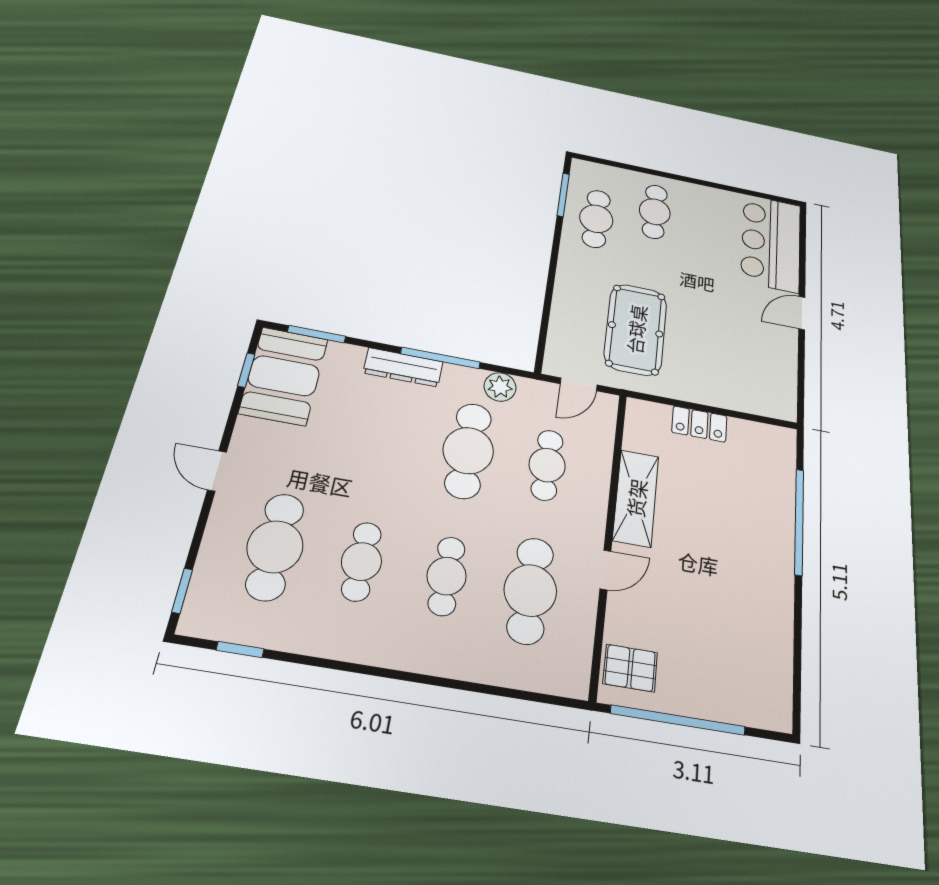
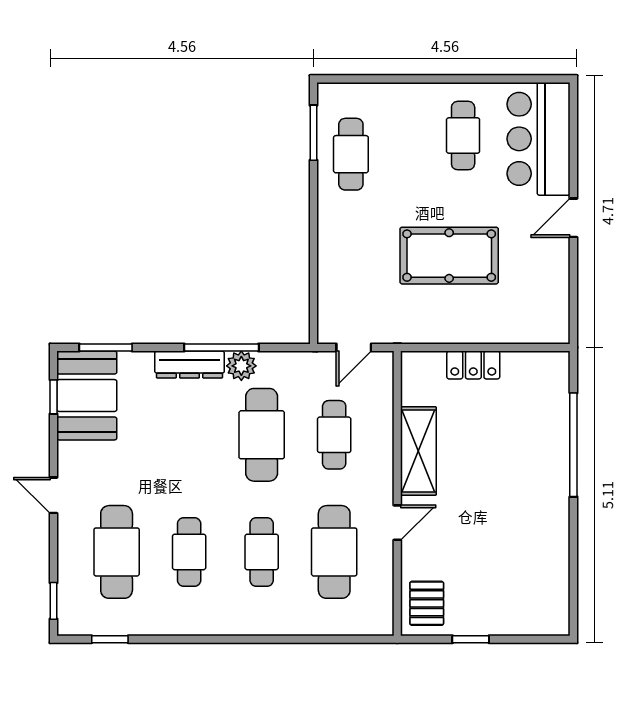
cafe table: (655, 212) -> (463, 136), moved
pool table: (636, 329) -> (449, 256), moved, turned 90
plant: (500, 387) -> (241, 366), moved
pallet: (630, 668) -> (427, 603), turned 90
window: (678, 720) -> (471, 639), width x0.32

